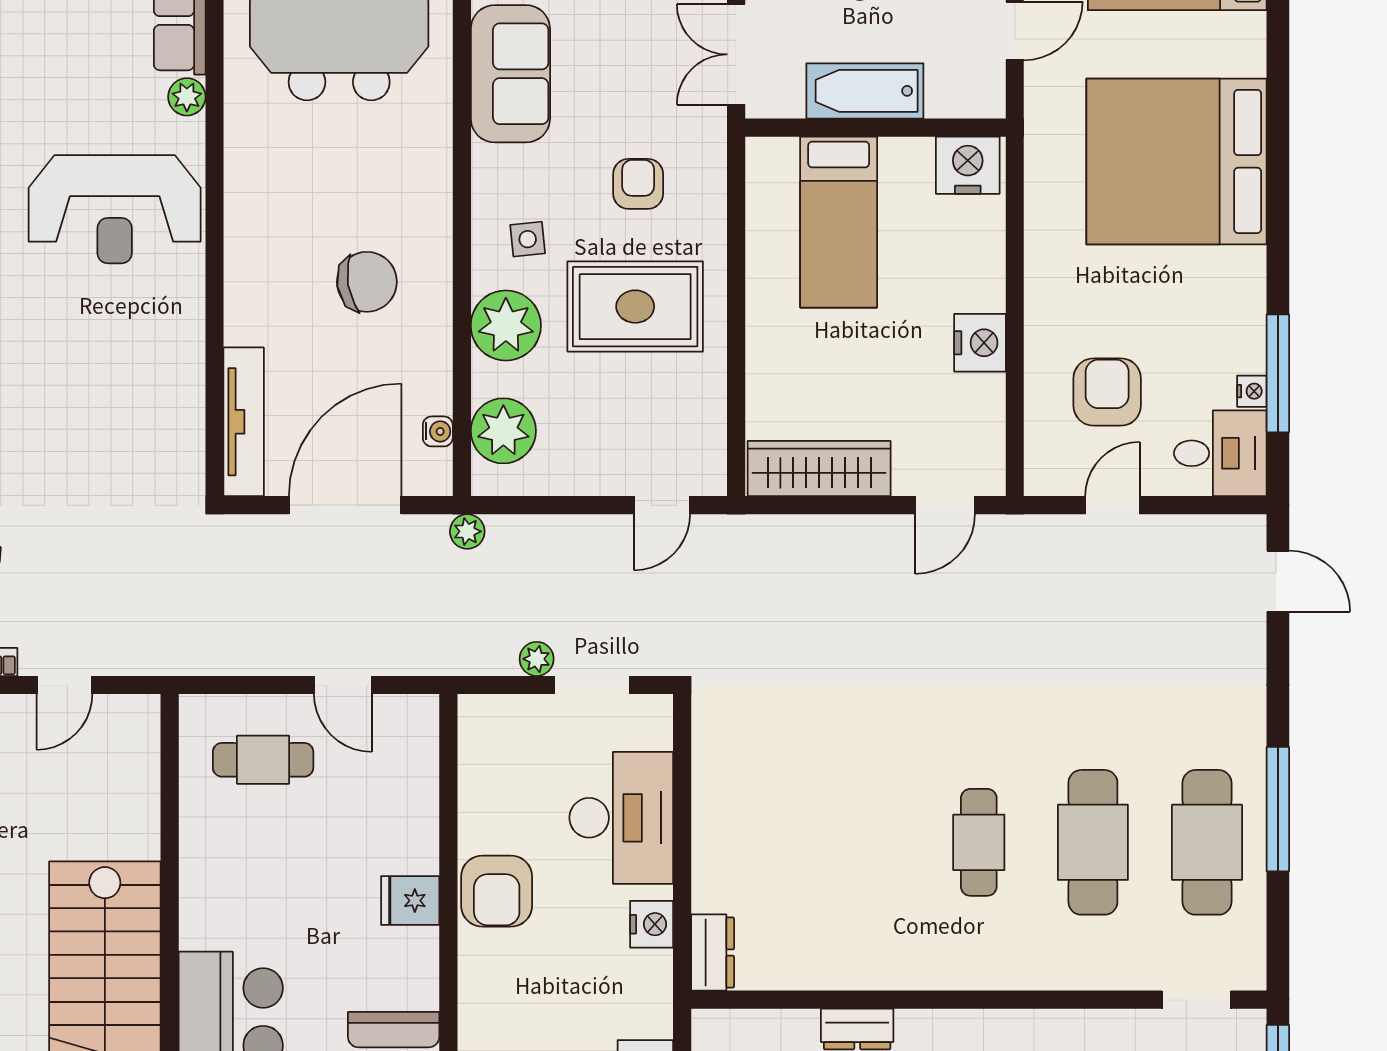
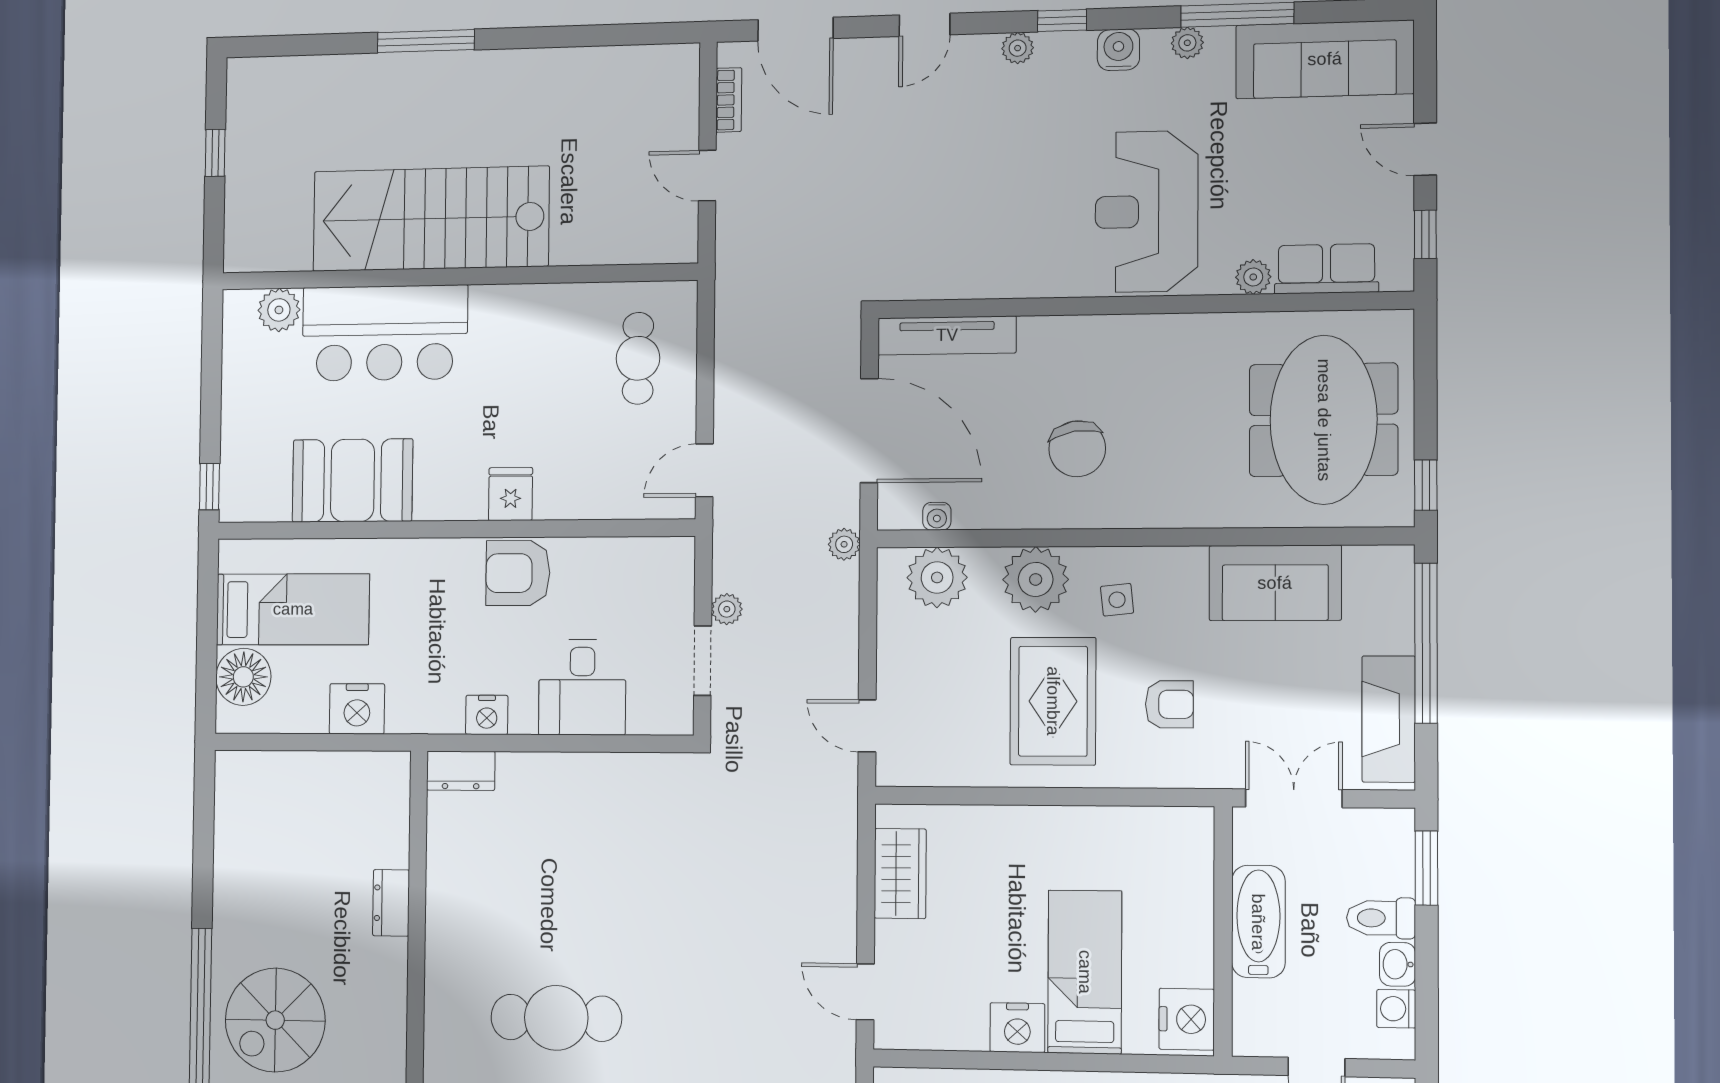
bed: (839, 222) -> (1085, 972), moved, turned 90
wardrobe: (819, 469) -> (900, 874), width x0.67
door: (343, 685) -> (704, 470), moved
desk: (621, 818) -> (582, 687), width x0.73
cafe table: (979, 842) -> (556, 1018), width x1.37, depth x1.35

